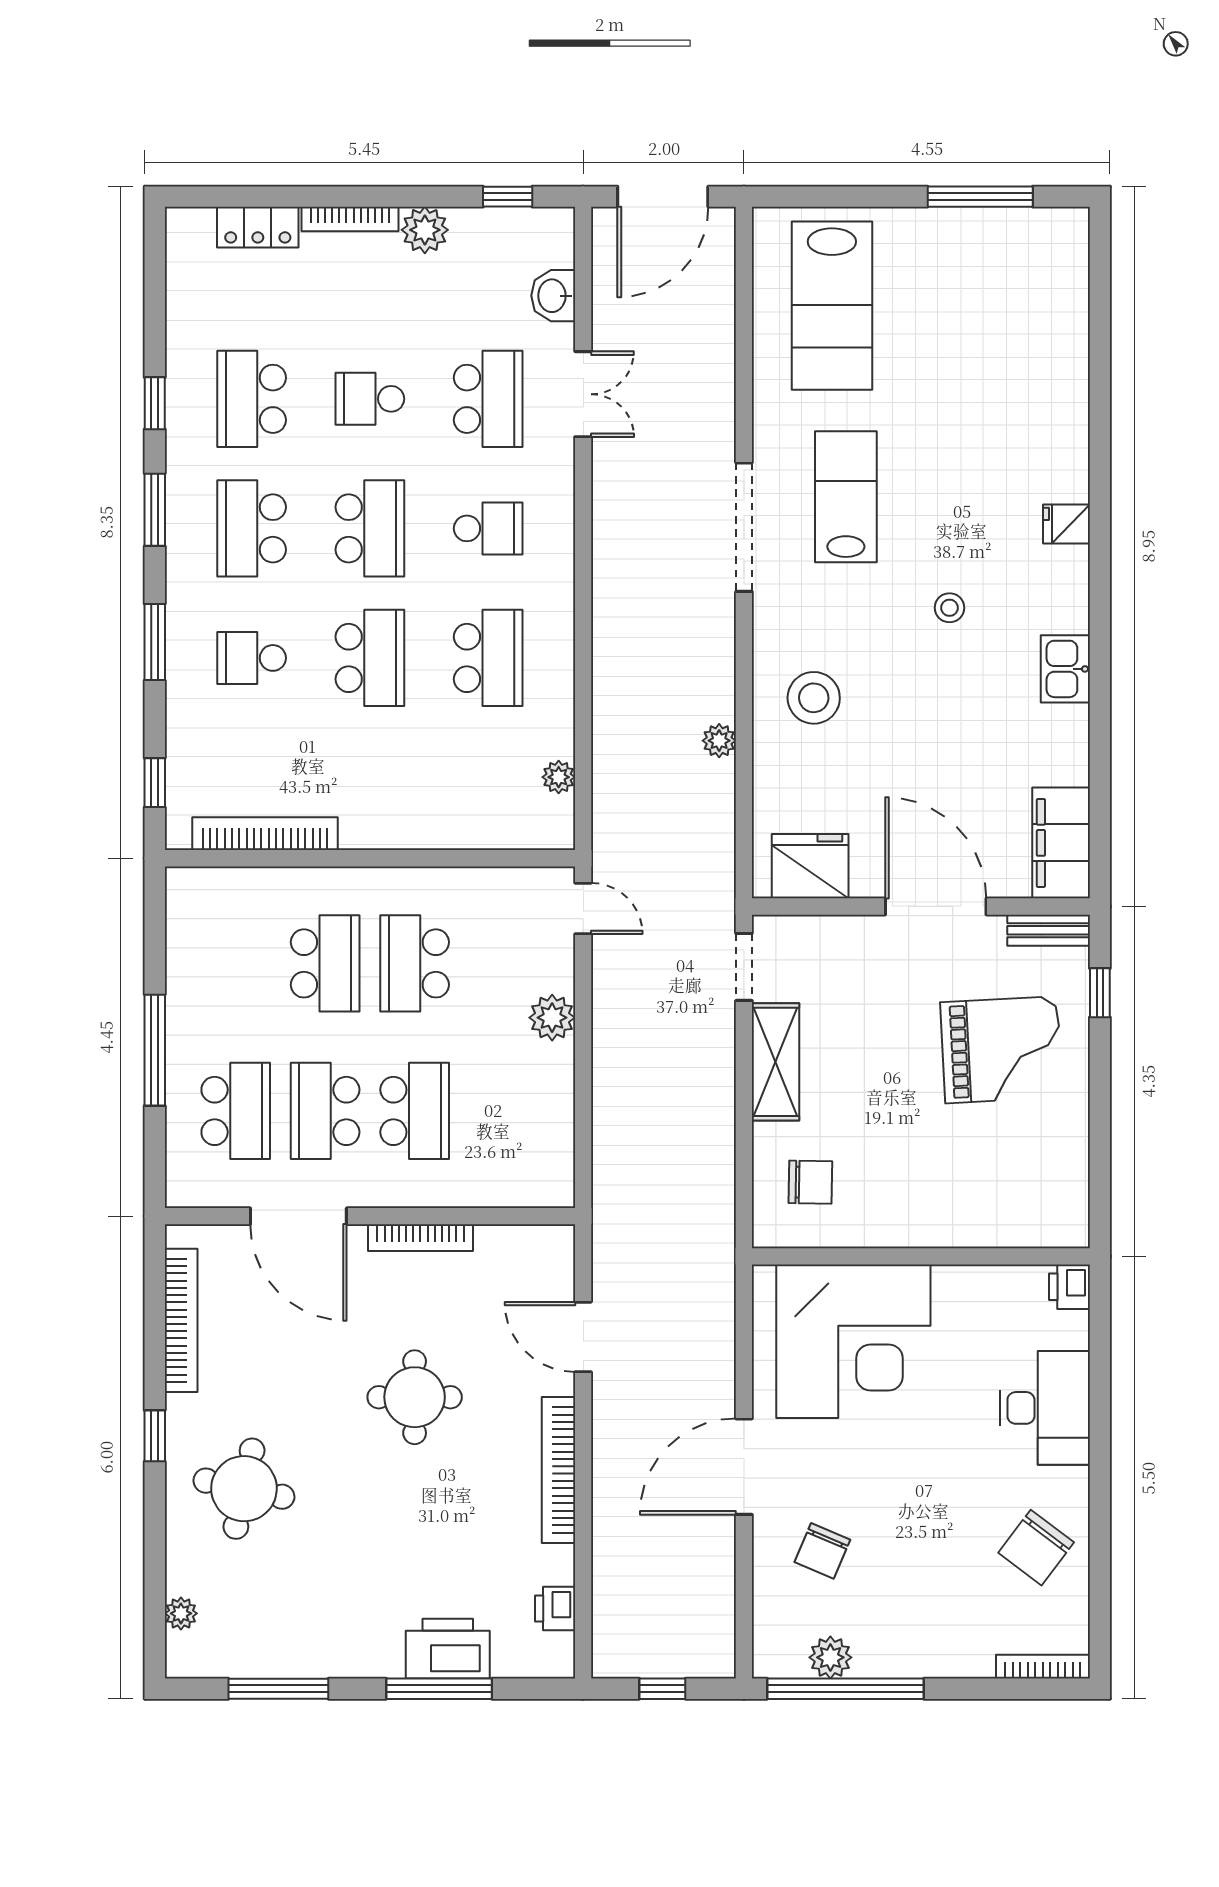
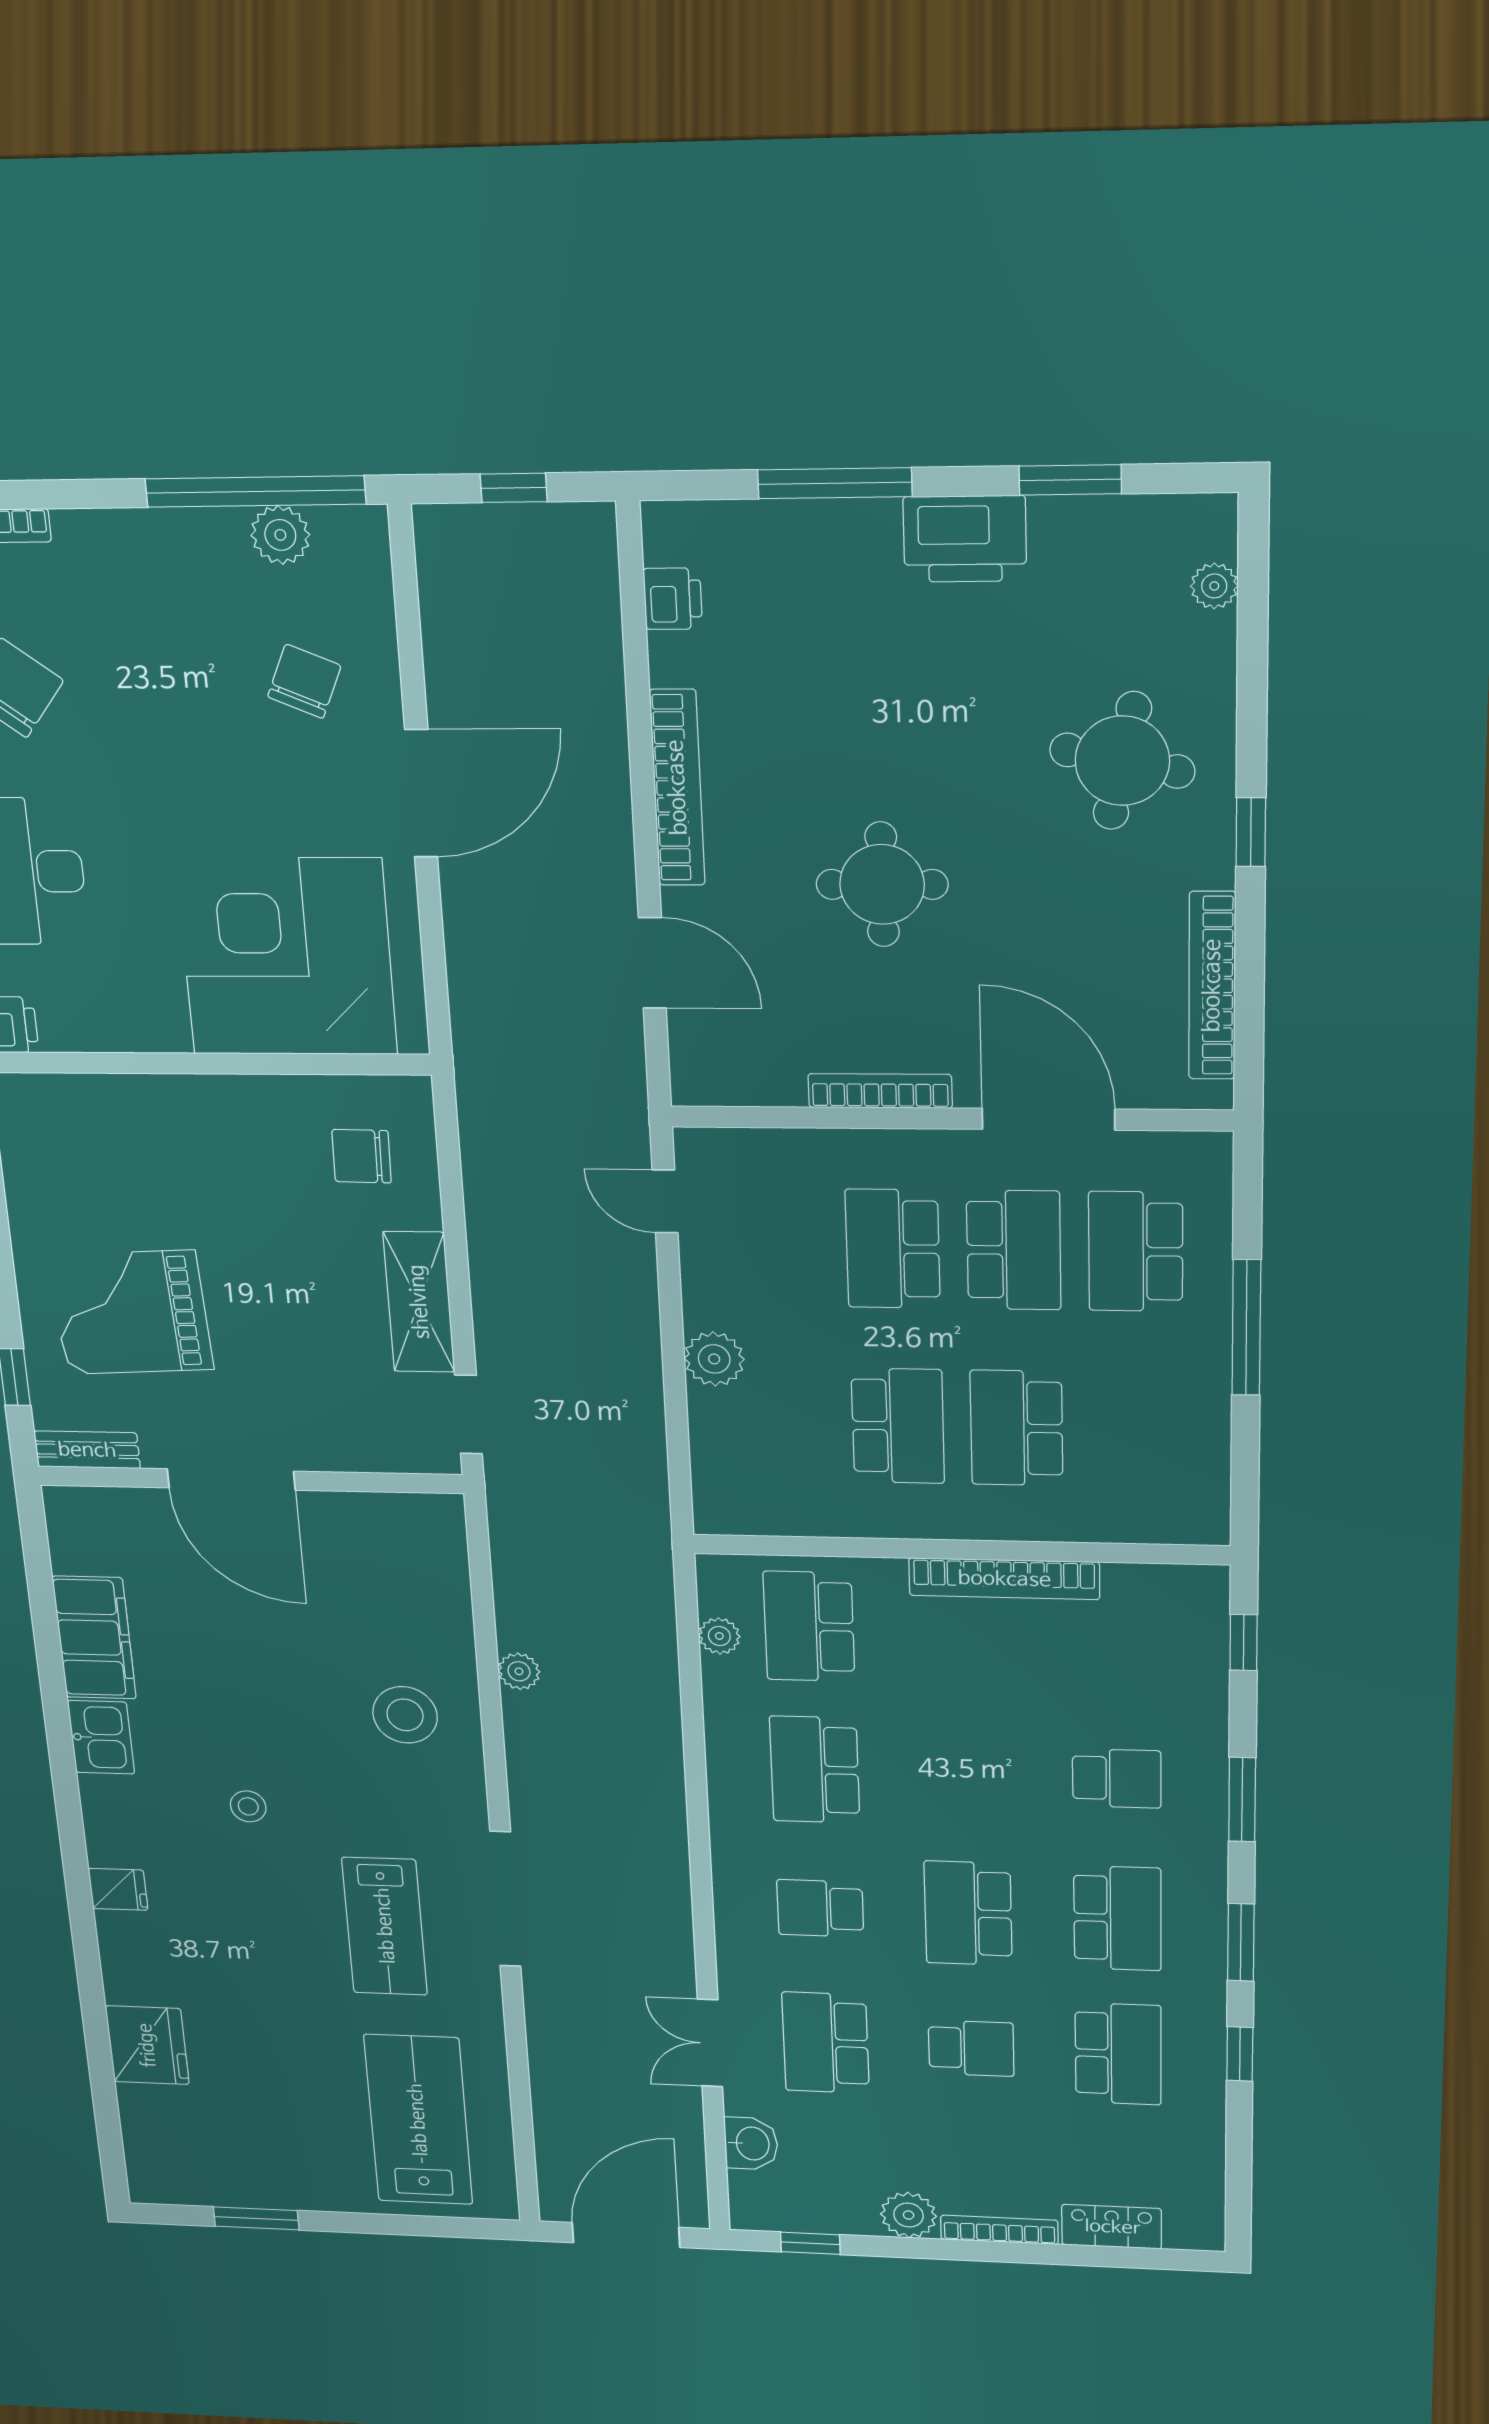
window: (980, 197) -> (256, 2218), width x0.69
school desk: (370, 658) -> (809, 1626), moved
bookcase: (265, 834) -> (1004, 1579), moved
filing cabinet: (1061, 843) -> (94, 1638), moved
fridge: (810, 866) -> (147, 2045), moved, turned -90
door: (583, 908) -> (665, 1201), moved
printer: (448, 1649) -> (965, 539), moved
window: (278, 1689) -> (1070, 480), width x0.69

